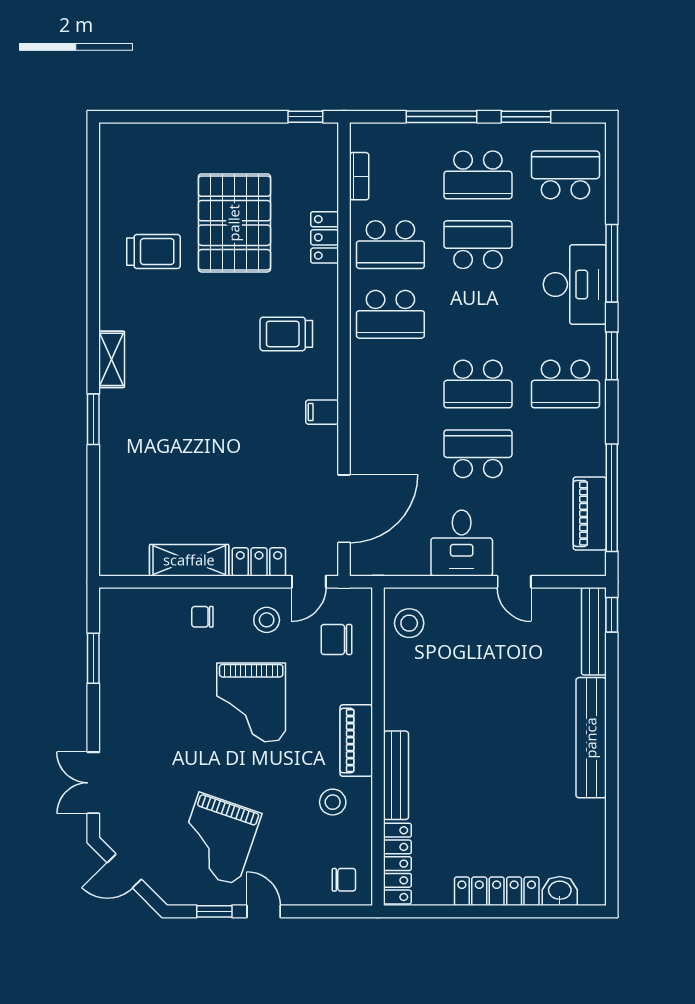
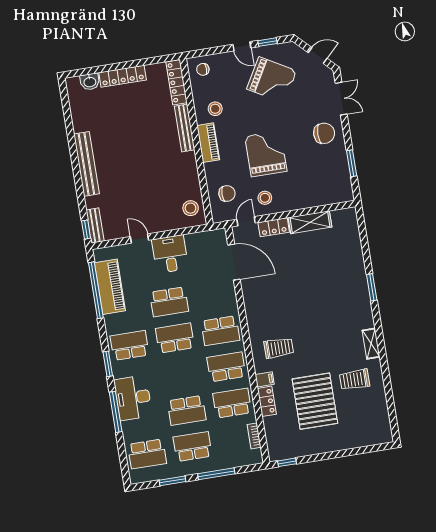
shelving: (112, 359) -> (371, 344), moved
school desk: (390, 384) -> (220, 331), added
filing cabinet: (322, 412) -> (265, 379), moved
door: (344, 509) -> (234, 262), swing flipped
piano: (590, 513) -> (110, 287), width x1.37, depth x1.33
chair: (202, 617) -> (324, 133), moved, width x1.87, depth x1.87
bench: (594, 631) -> (95, 226), width x0.73
grand piano: (218, 839) -> (272, 80), turned 101

